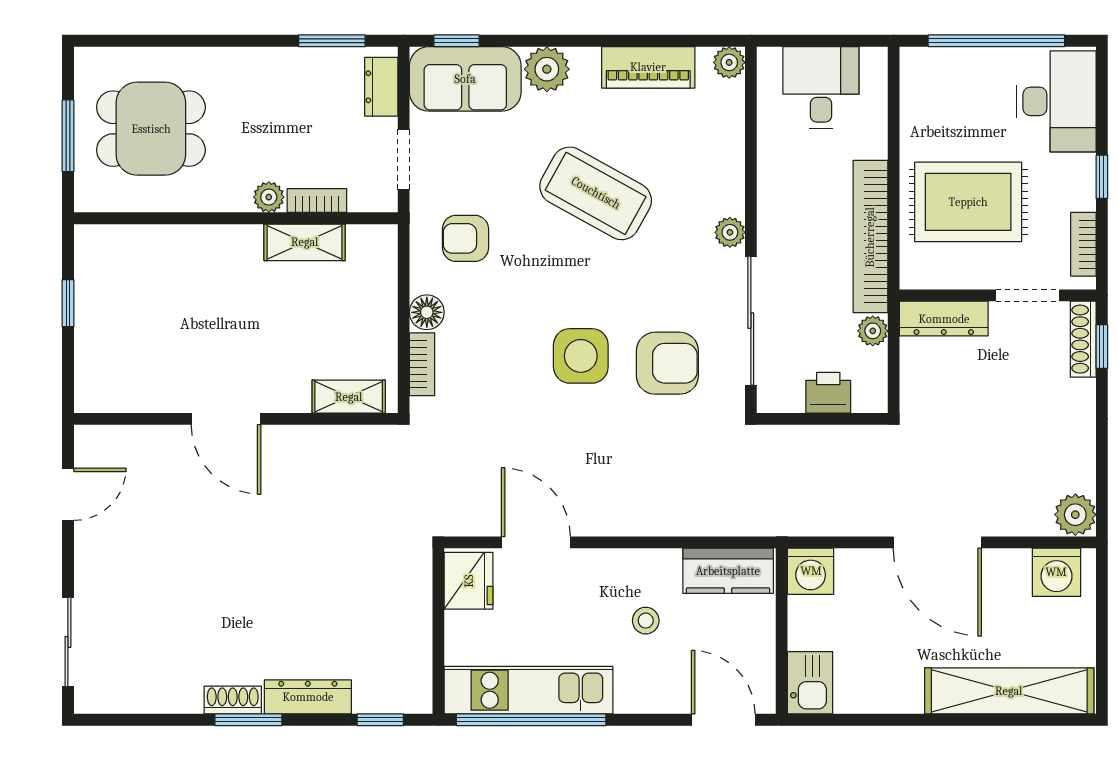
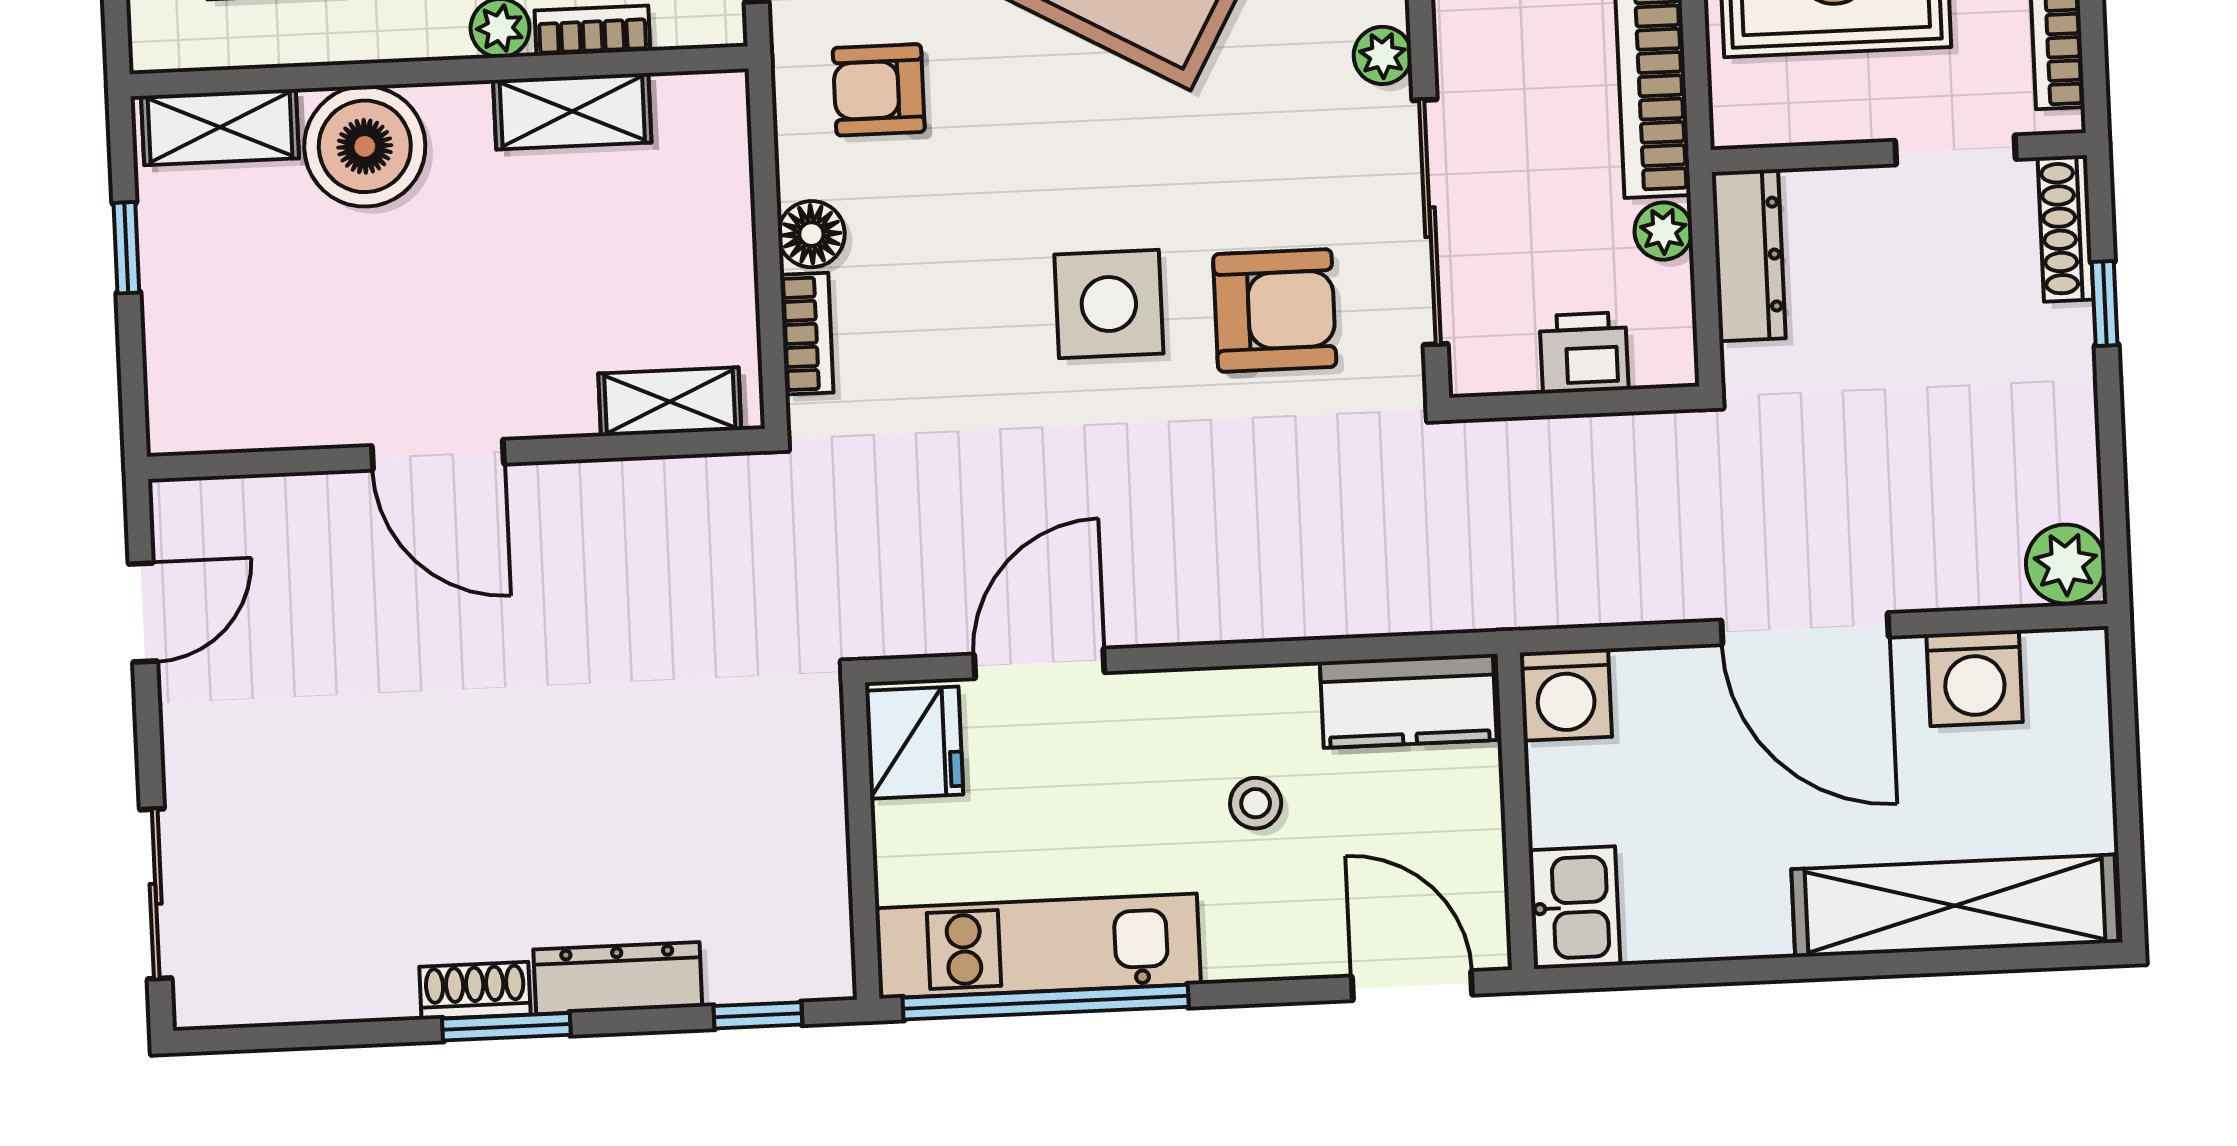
shelving: (120, 242) -> (220, 127), added
boiler: (195, 256) -> (365, 146), added
dresser: (944, 319) -> (1749, 255), moved, turned -90
window: (1102, 347) -> (2105, 304), moved
door: (536, 542) -> (1039, 663), hinge flipped
washing machine: (1056, 572) -> (1975, 678), moved

